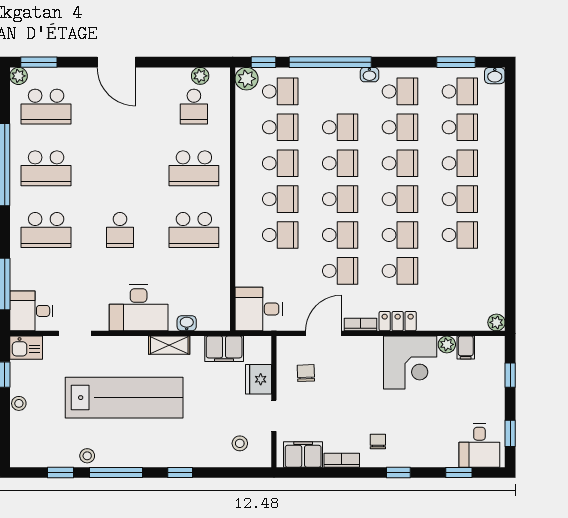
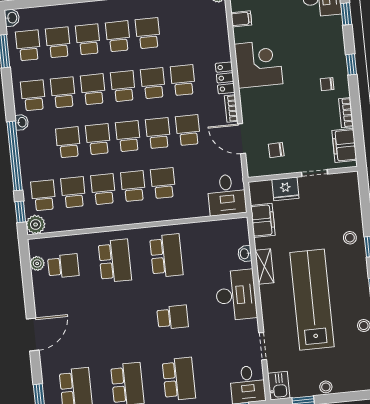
plant: (447, 344) -> (240, 35), removed
stool: (240, 443) -> (350, 238), moved

